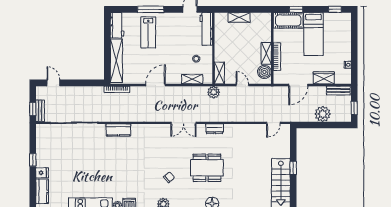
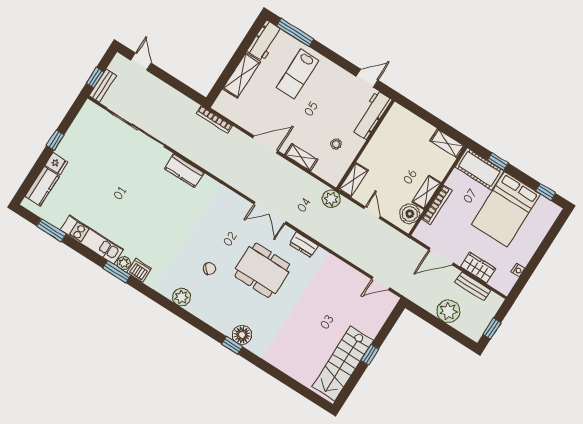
window: (151, 9) -> (295, 32), moved
shelving: (239, 17) -> (447, 143), moved
bed: (314, 34) -> (506, 209), width x1.50
shelving: (116, 61) -> (242, 75), width x0.68
shelving: (192, 79) -> (301, 157), moved
bench: (338, 91) -> (473, 286), moved
dining table: (207, 168) -> (262, 270), moved

